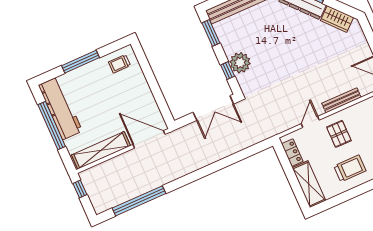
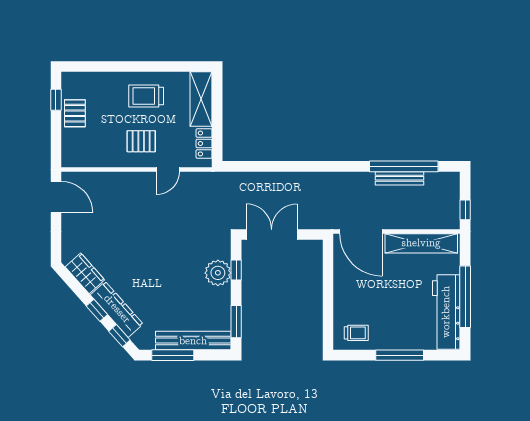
bench: (341, 100) -> (400, 178), moved
pallet: (339, 134) -> (141, 141), turned 90

